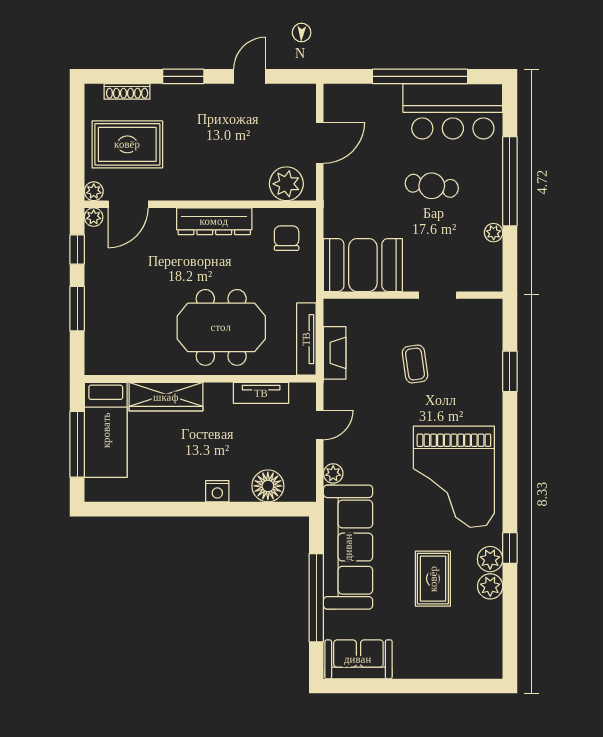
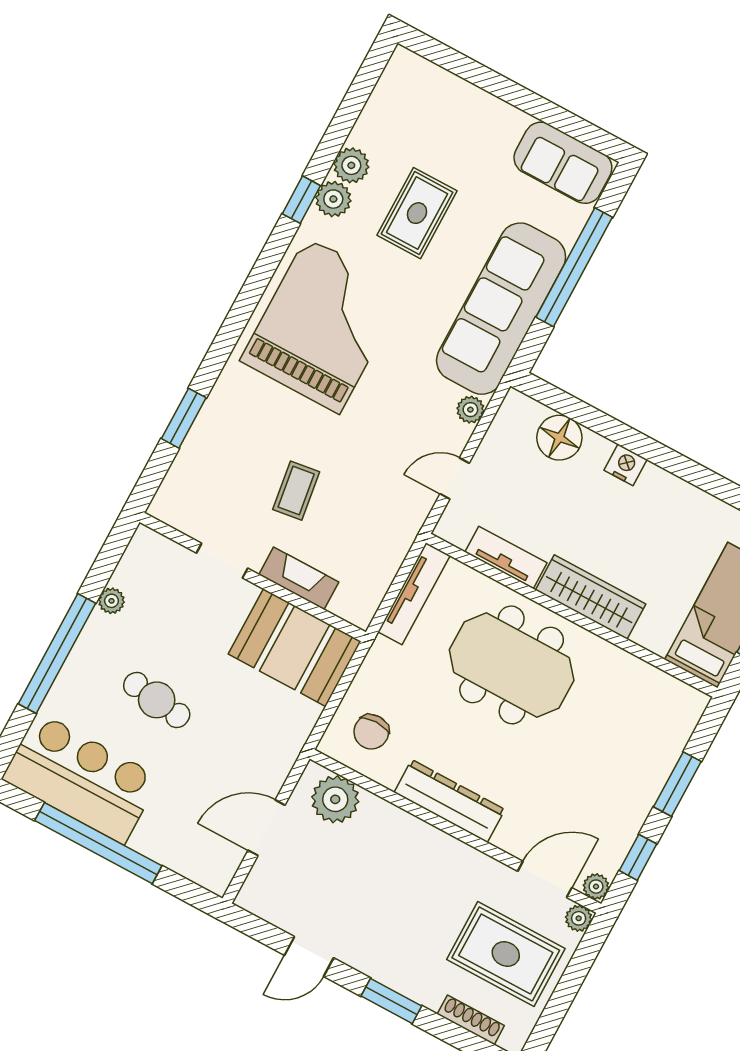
fireplace: (335, 353) -> (299, 578), moved, turned 90
wardrobe: (166, 397) -> (591, 597), moved

